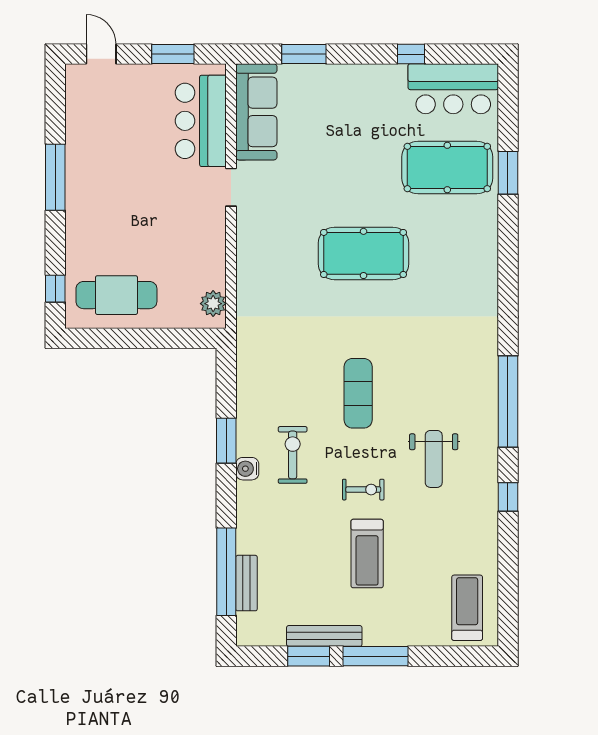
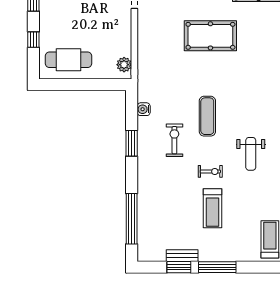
window: (55, 289) -> (33, 40), moved
exercise bike: (293, 455) -> (174, 140), moved
water cooler: (247, 469) -> (144, 109), moved
bench: (247, 583) -> (143, 225), removed
bench: (324, 636) -> (182, 256), width x0.73

